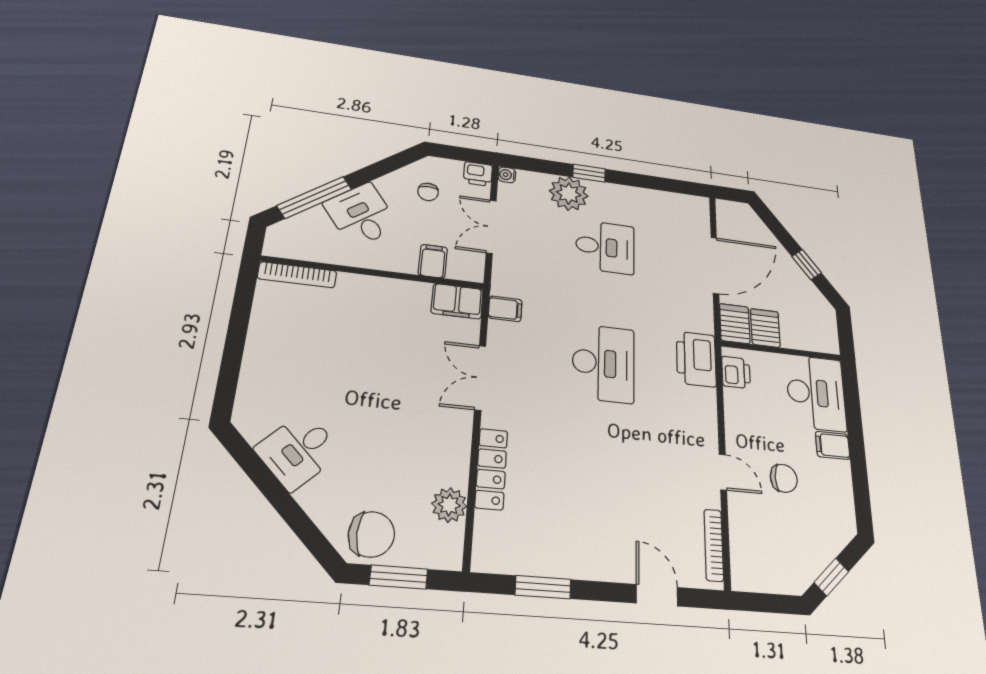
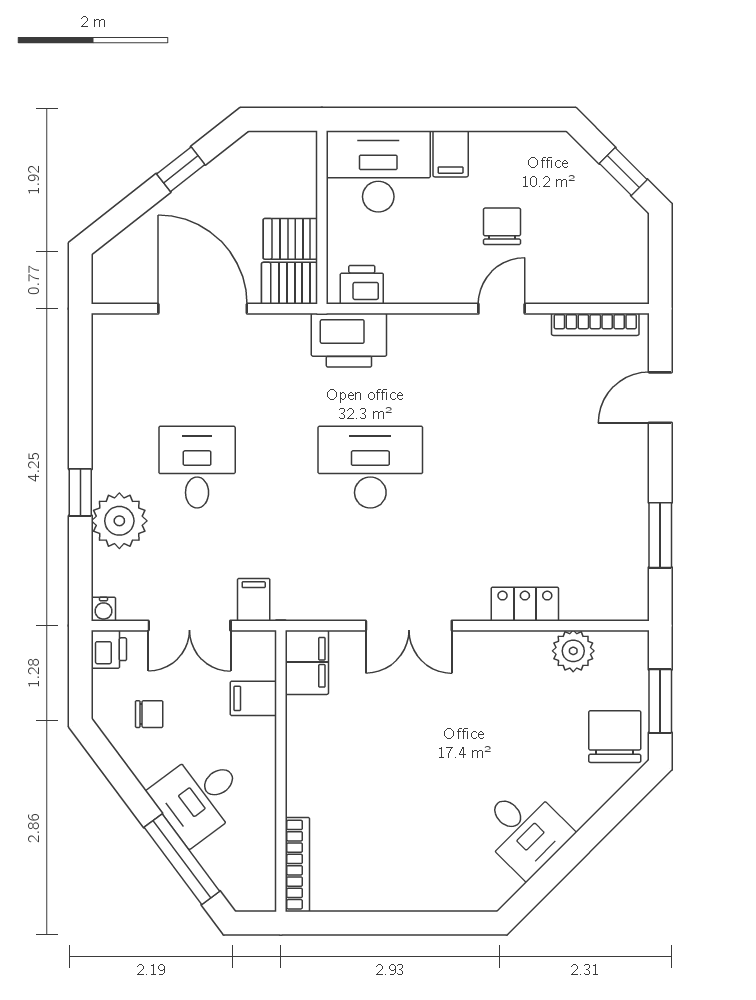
filing cabinet: (505, 309) -> (254, 600), moved
locker: (491, 469) -> (525, 604), width x0.66

